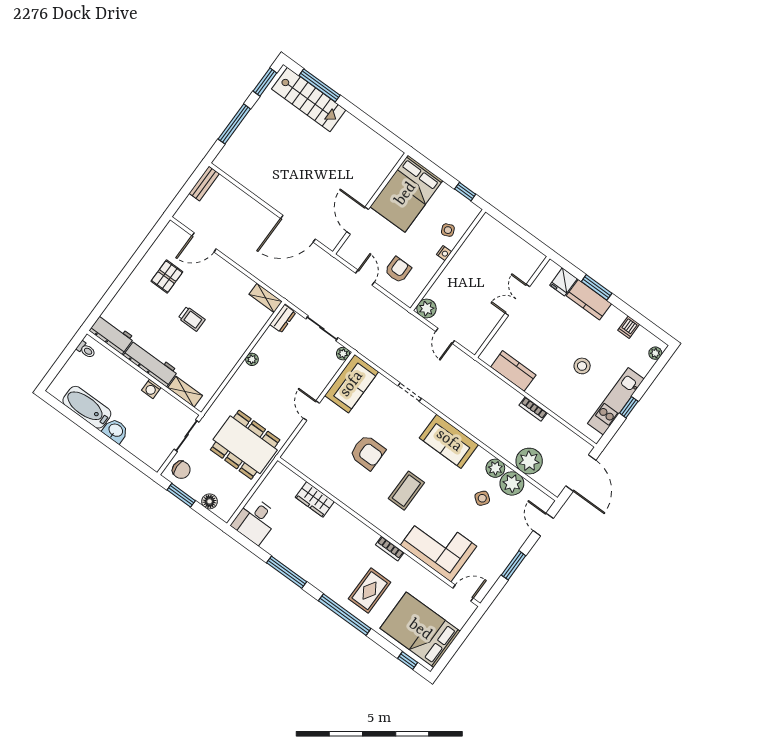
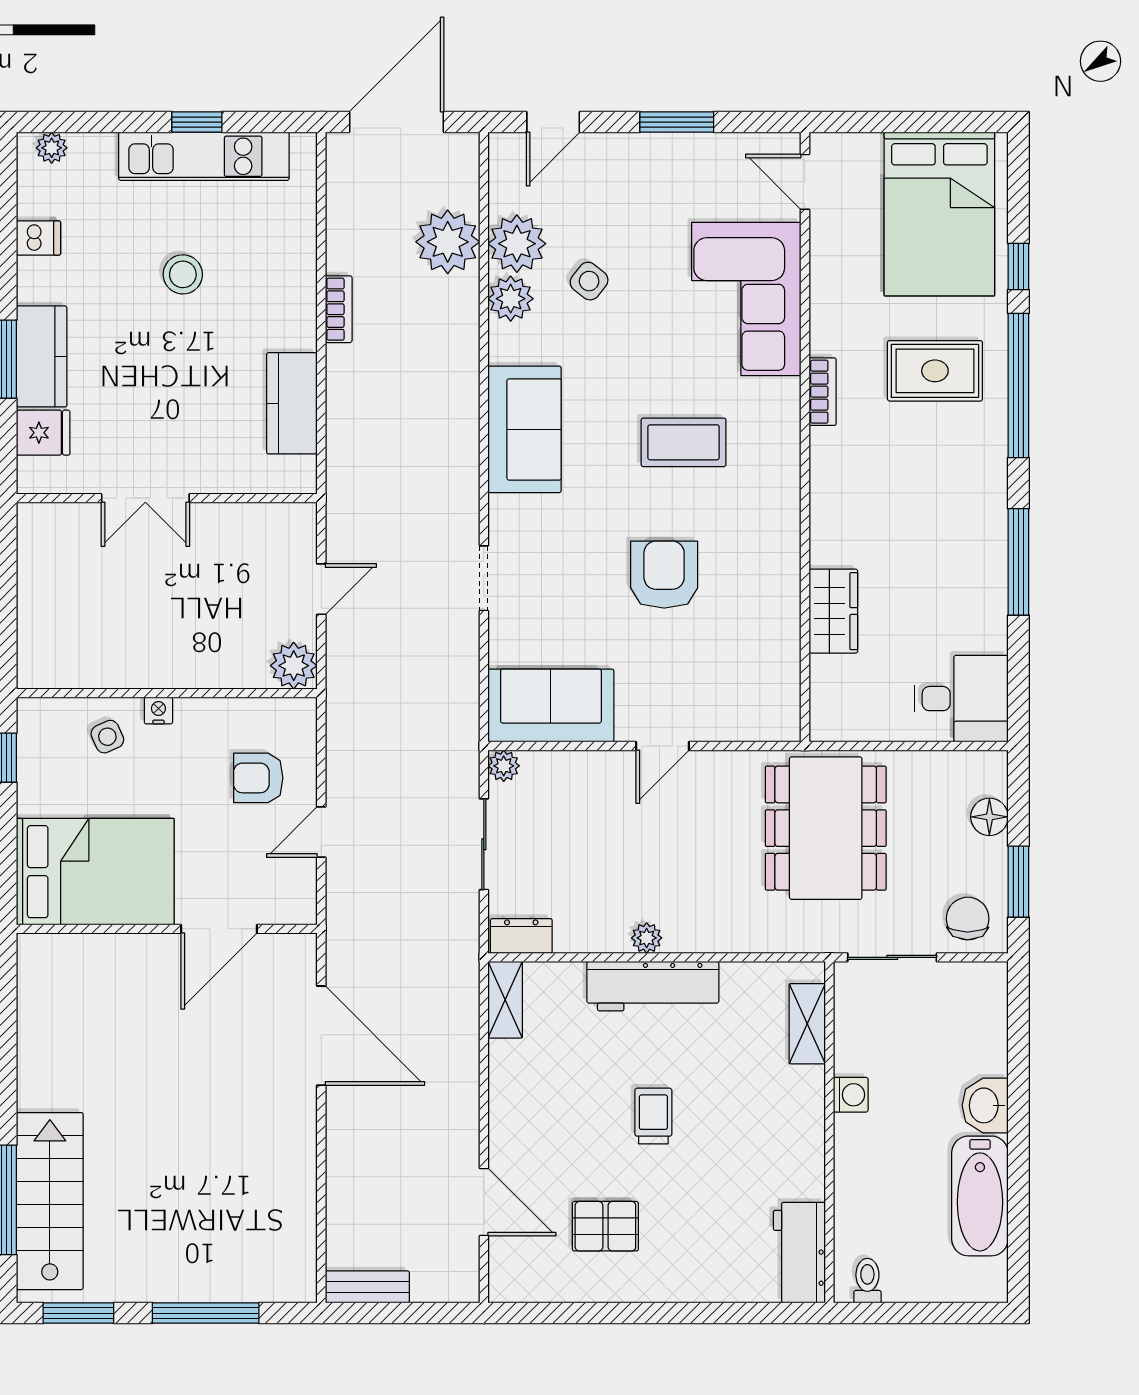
workbench: (151, 363) -> (653, 986), moved, turned -90
window: (408, 660) -> (1018, 267), moved

